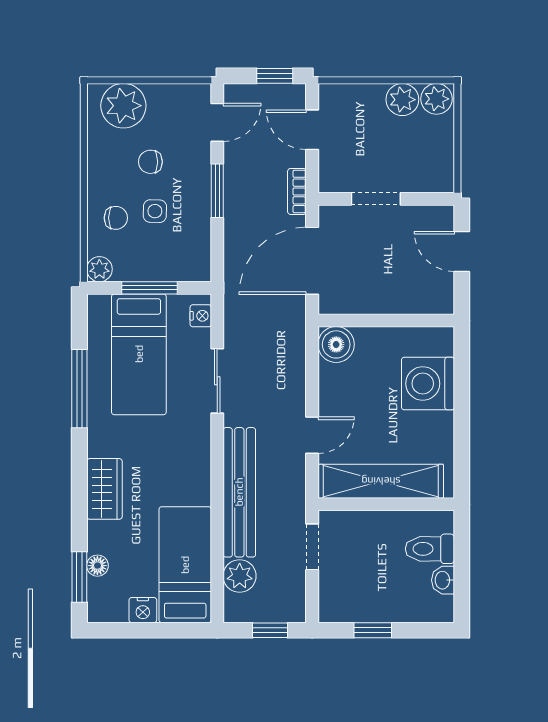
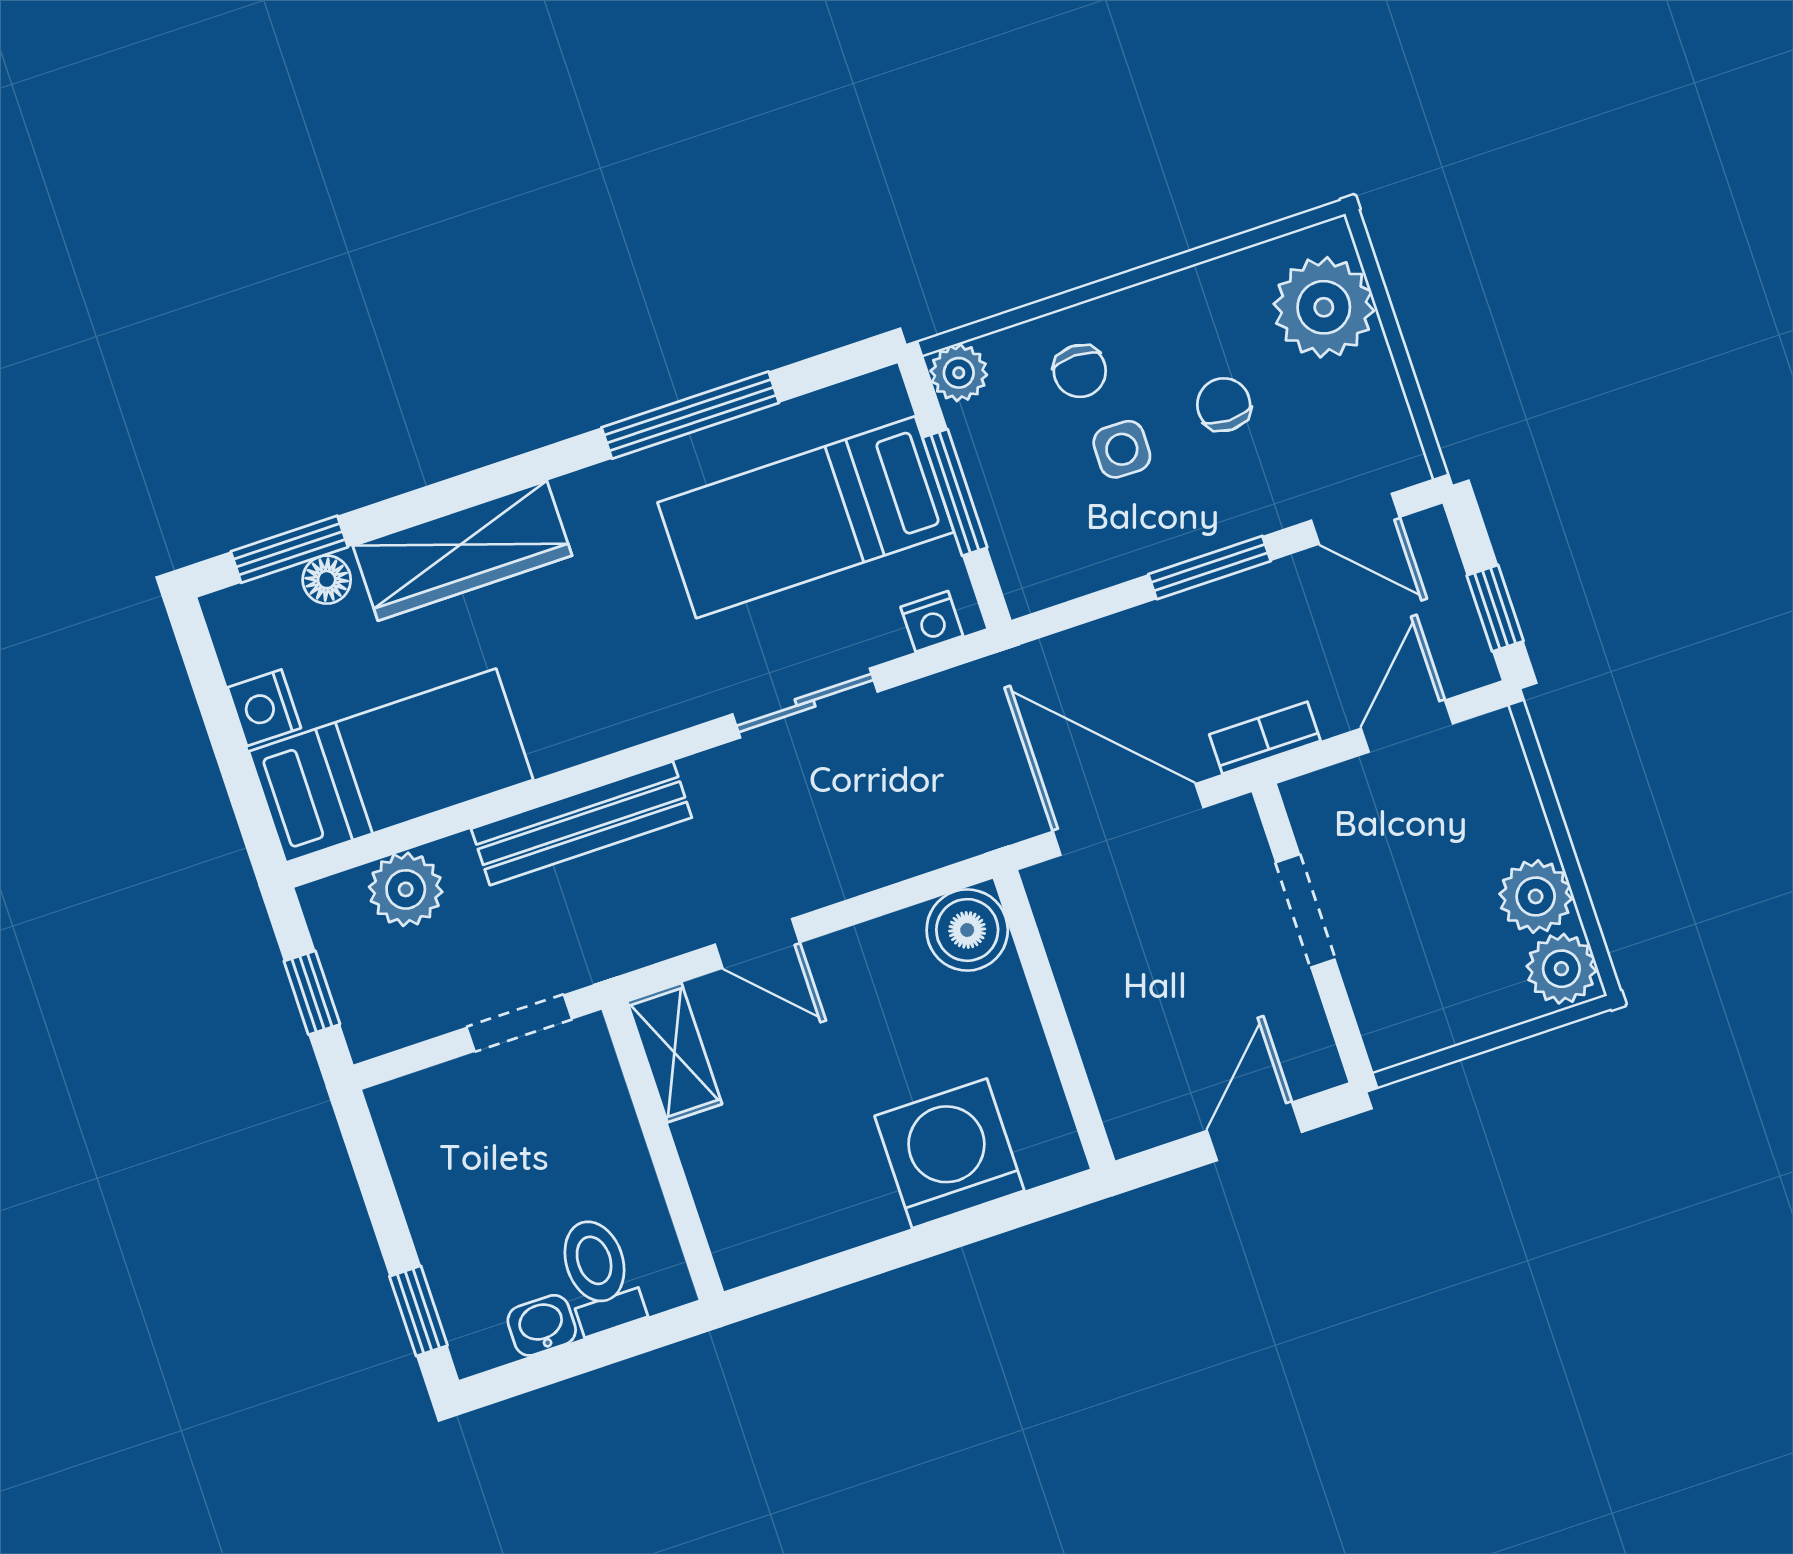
shelving: (381, 481) -> (674, 1053), width x0.45, depth x0.75
wardrobe: (104, 489) -> (462, 551), width x1.50
bench: (239, 492) -> (581, 823), width x0.73, depth x0.82
window: (373, 630) -> (418, 1311), moved

